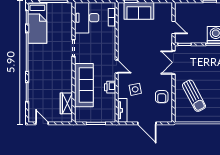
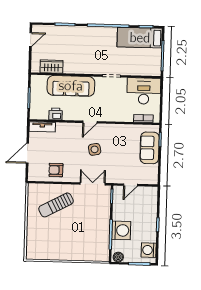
printer: (110, 87) -> (56, 114), moved
side table: (135, 89) -> (95, 149), moved

